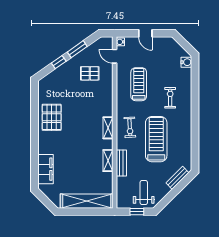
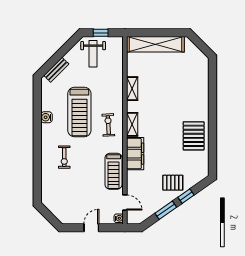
door: (145, 33) -> (91, 228), hinge flipped
water cooler: (186, 62) -> (46, 117), moved
pallet: (90, 73) -> (173, 183), moved
treadmill: (139, 84) -> (114, 171), moved
bench: (121, 163) -> (118, 86), removed
filing cabinet: (45, 169) -> (135, 154), moved, turned 180

